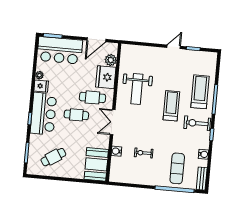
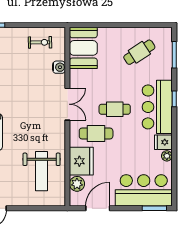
weight bench: (137, 89) -> (42, 171), moved, turned 180
exercise bike: (144, 153) -> (40, 42), moved

